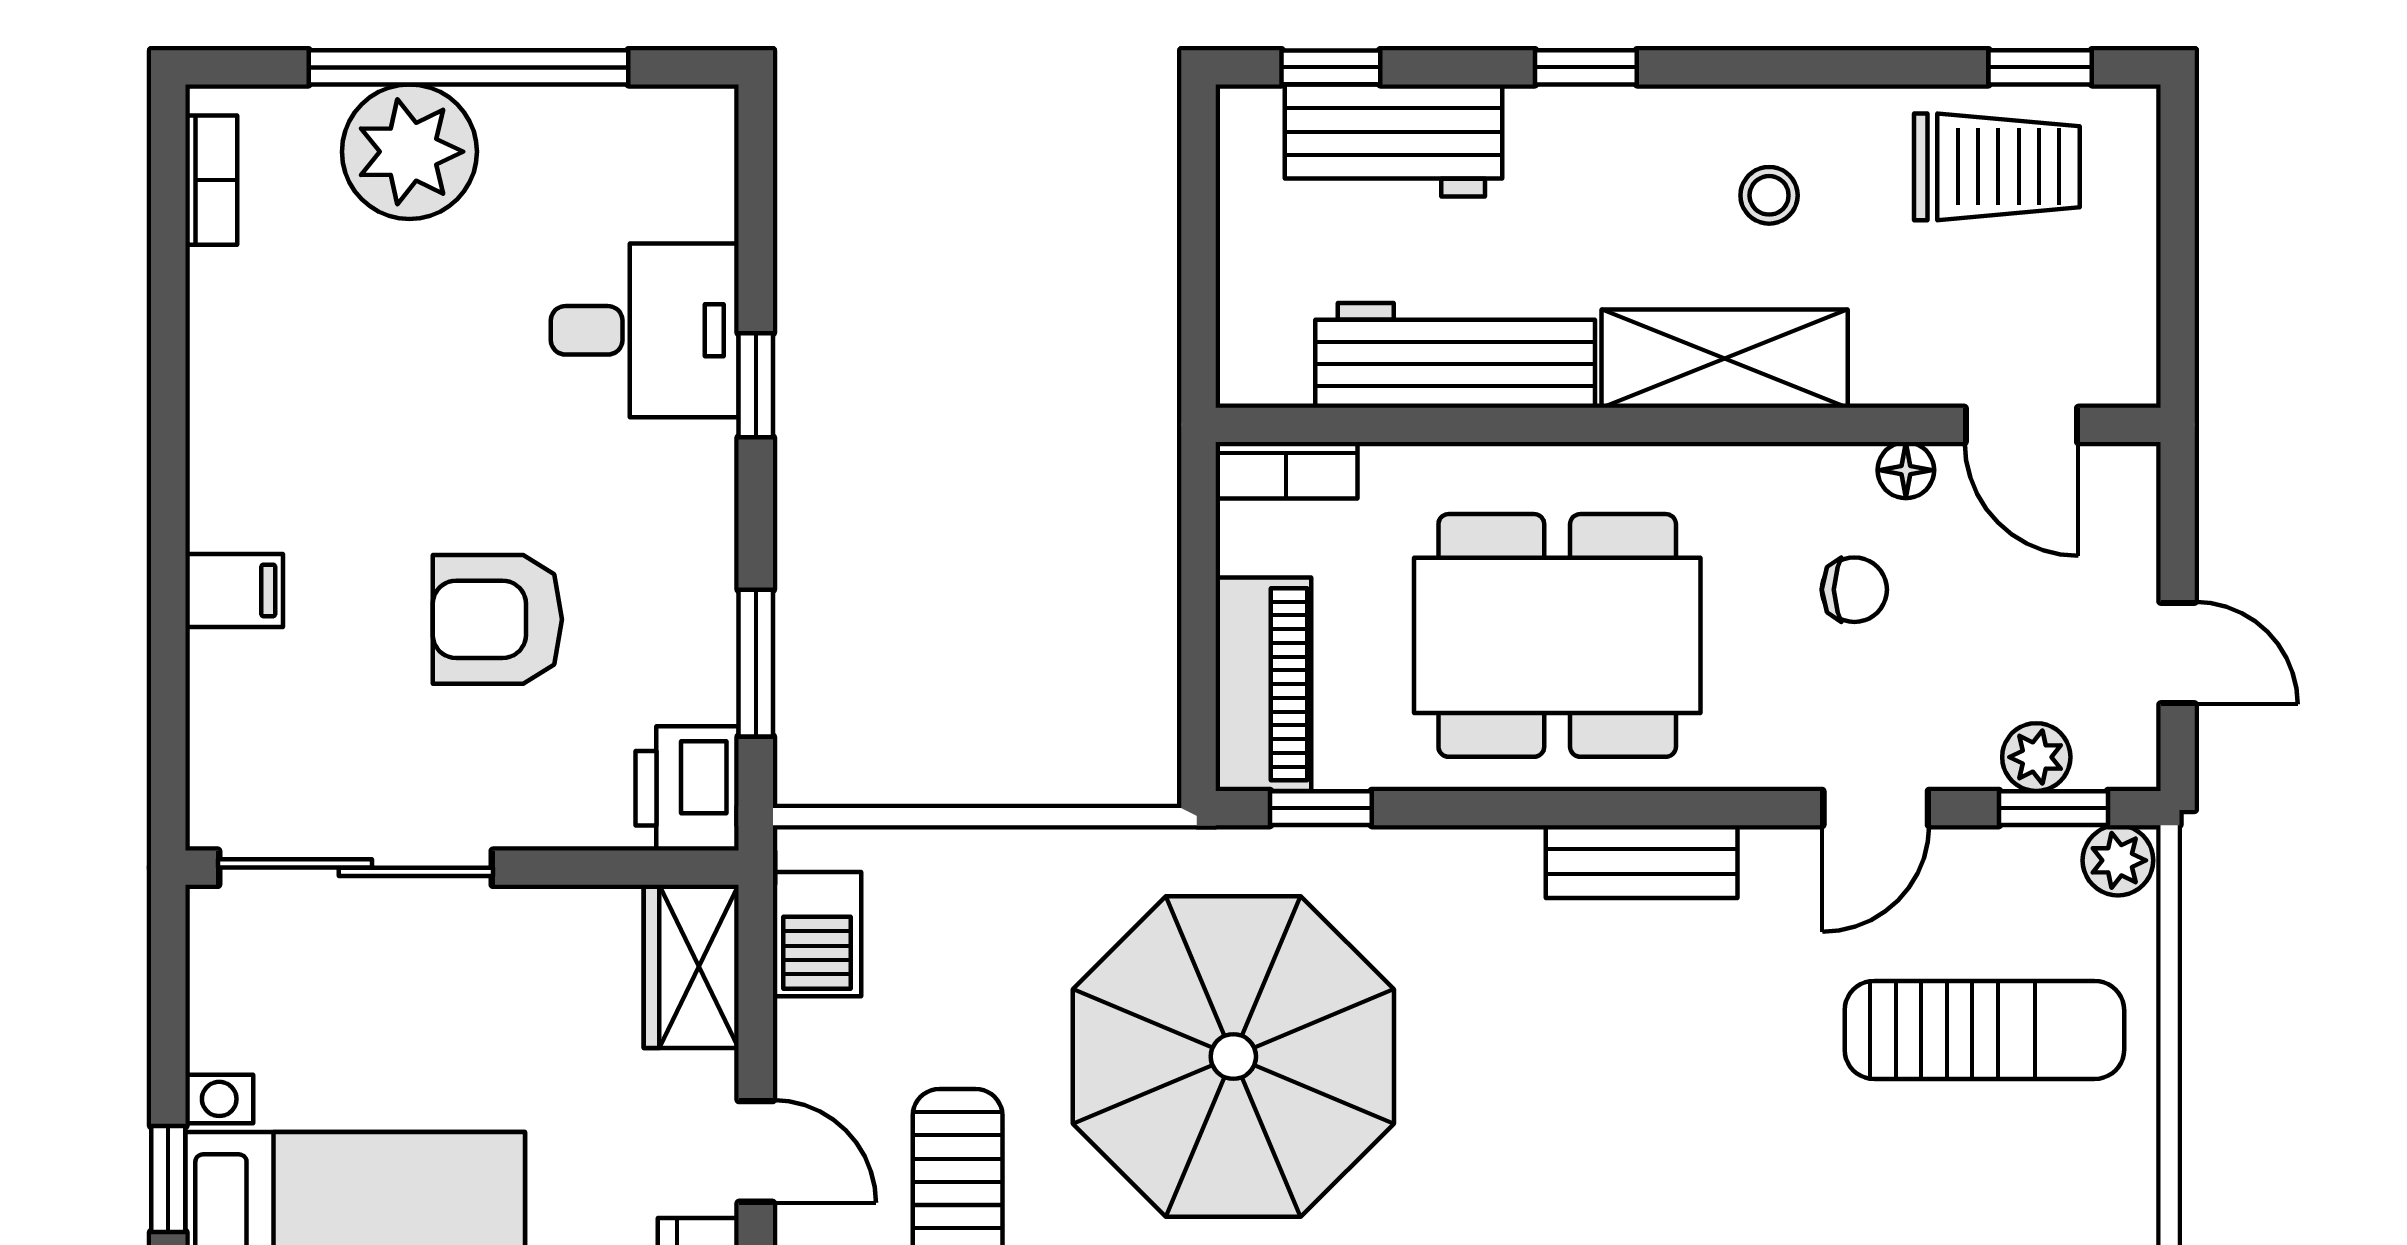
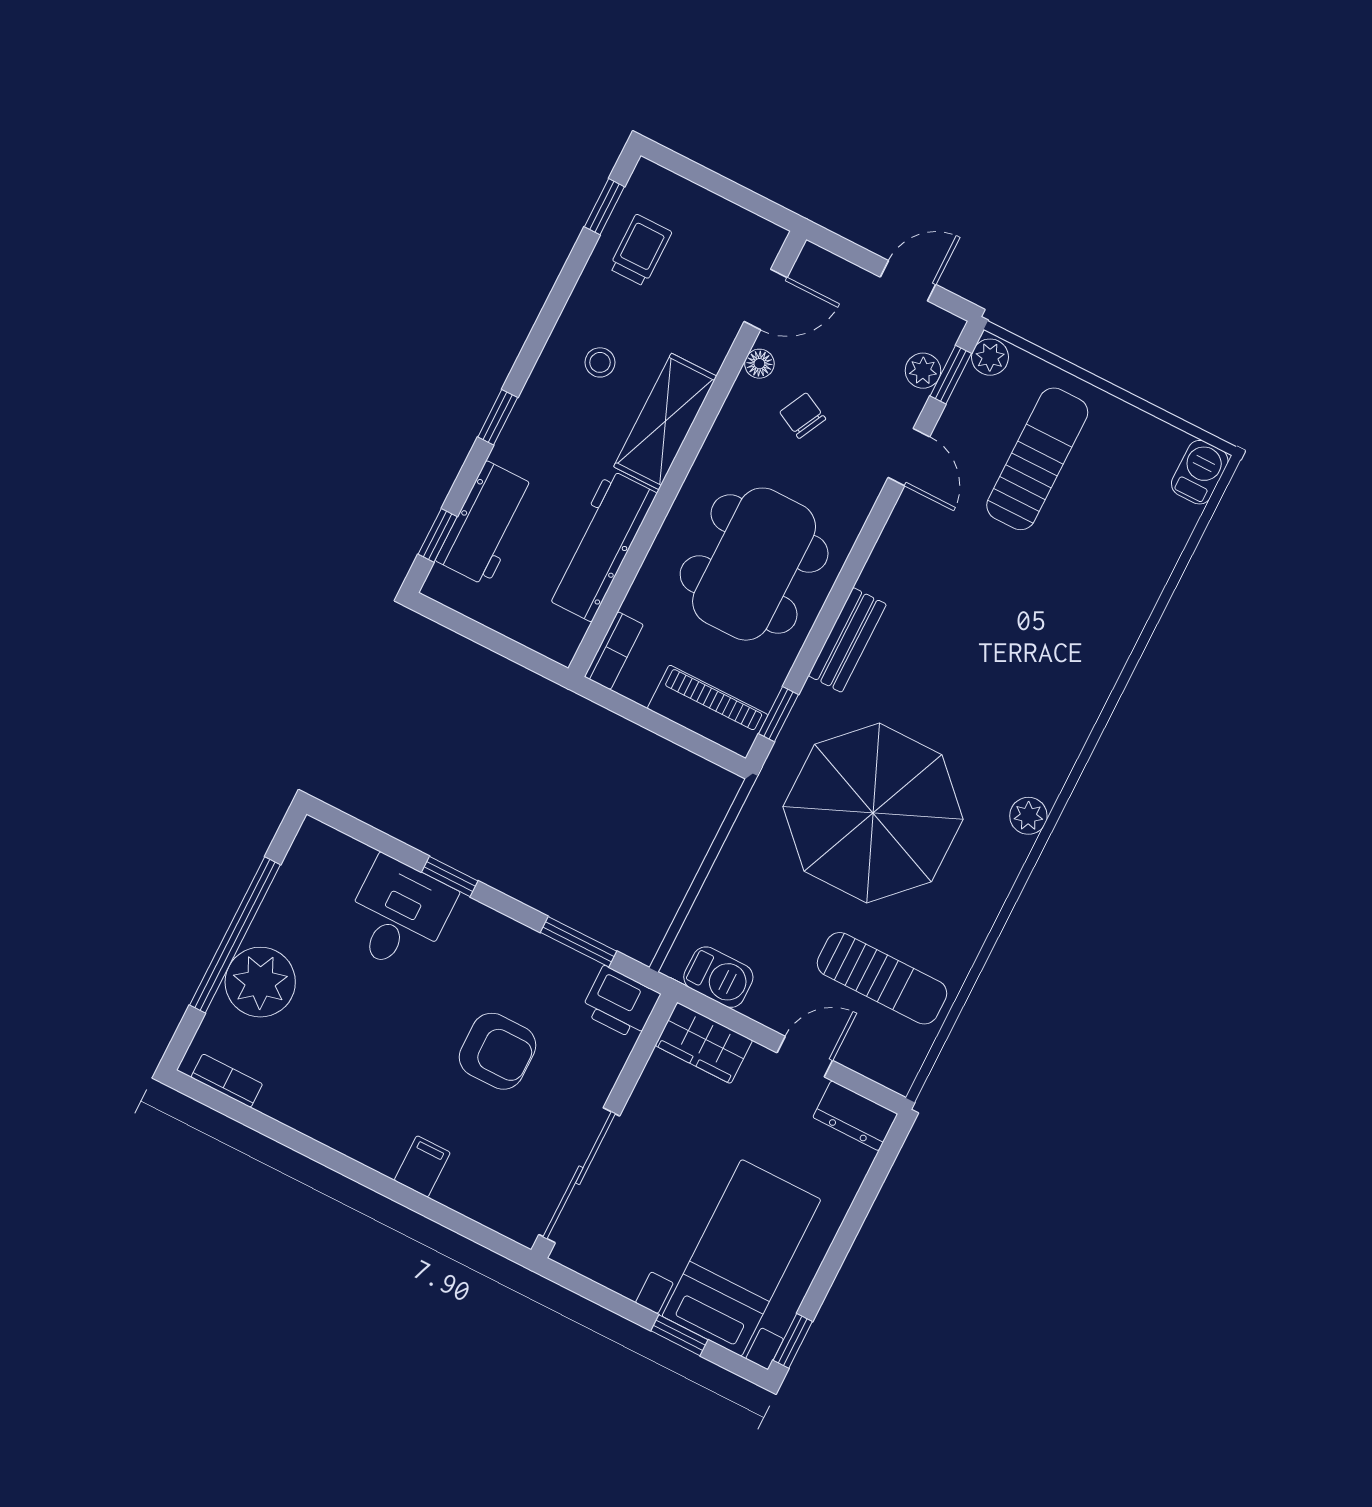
trolley: (1997, 167) -> (640, 250), width x0.73, depth x0.72
chair: (1854, 590) -> (803, 416), turned -63
armchair: (497, 619) -> (498, 1051), turned -90
bench: (1642, 862) -> (847, 640), moved

